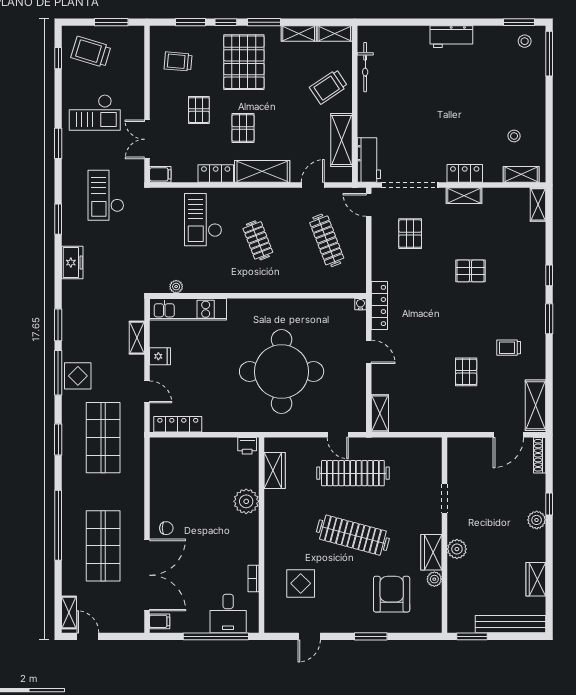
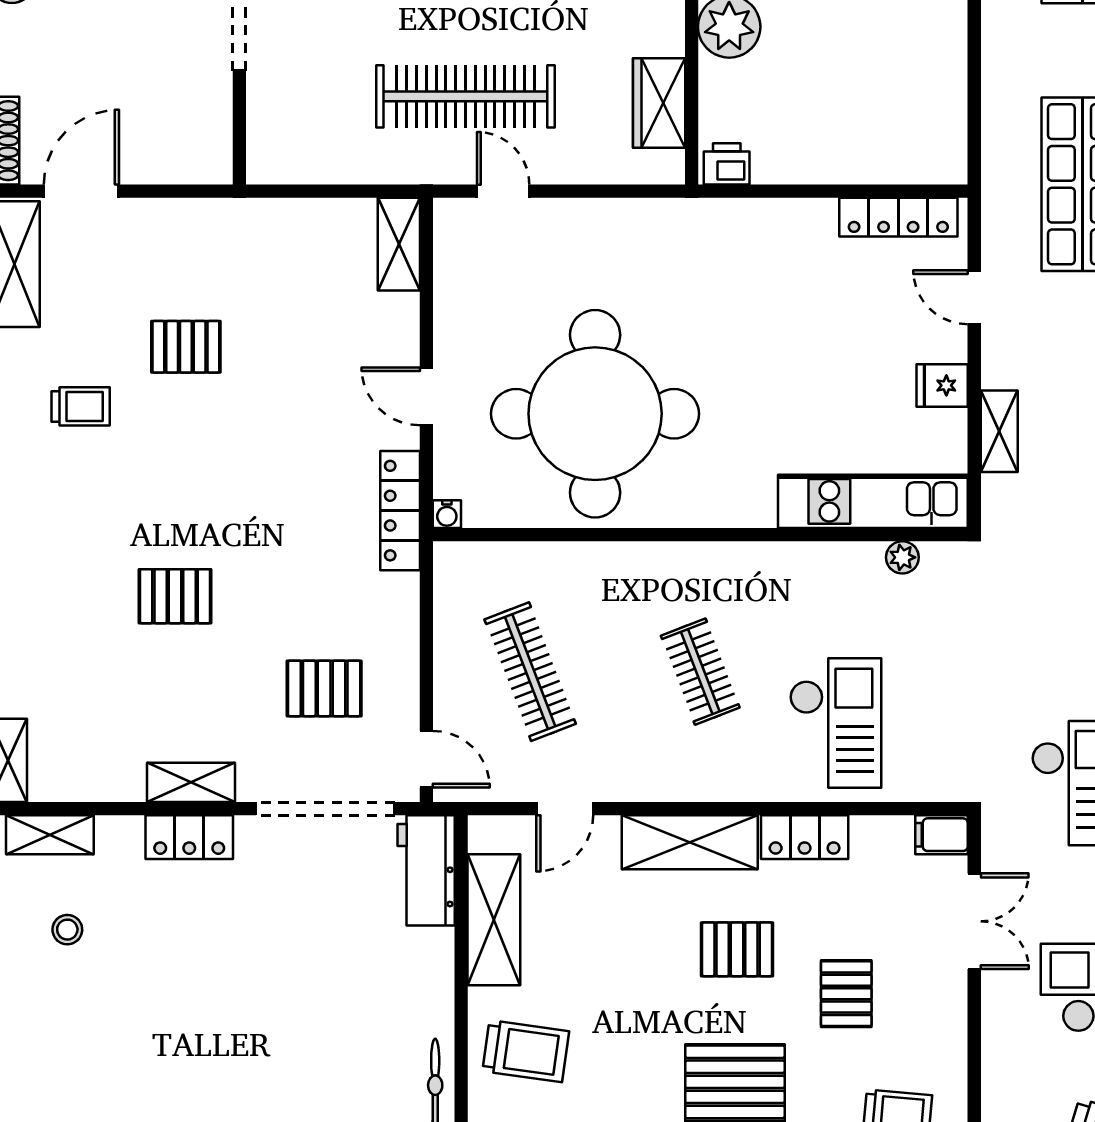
trolley: (329, 87) -> (526, 1051), turned 42
pallet: (243, 128) -> (737, 949), turned 90
pallet: (410, 234) -> (324, 688), turned 90
round table: (282, 372) -> (595, 414), moved
pallet: (466, 372) -> (186, 347), turned 90

